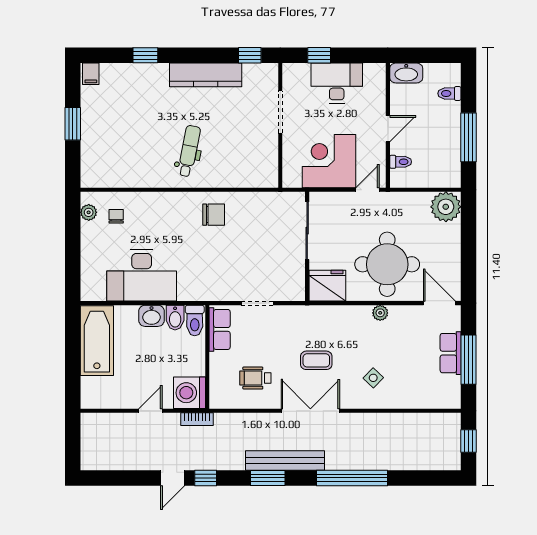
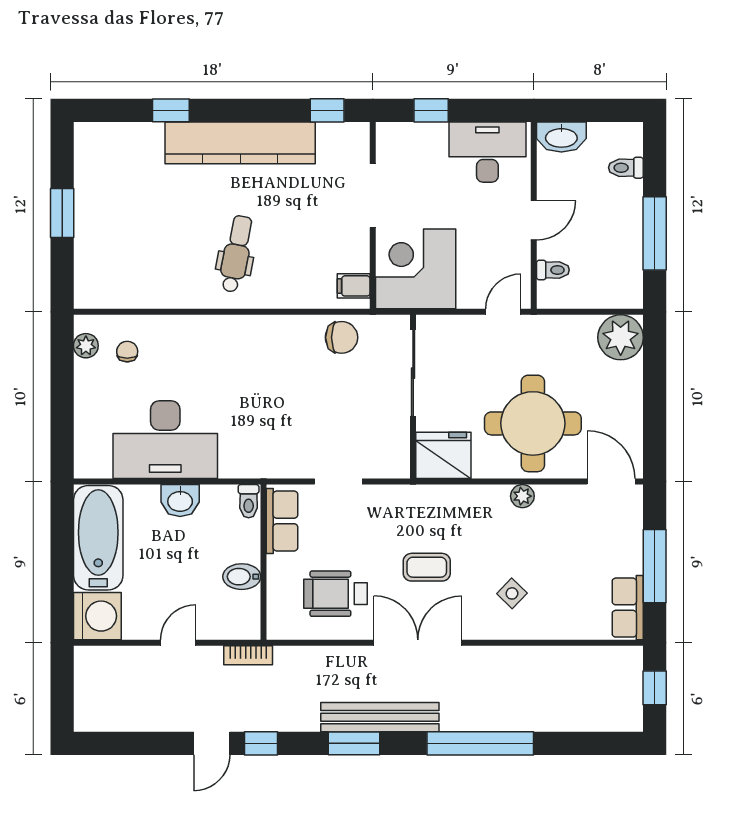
filing cabinet: (91, 74) -> (354, 286), moved, turned 90
kitchen counter: (206, 75) -> (240, 143), width x1.39, depth x1.17
desk: (337, 83) -> (487, 152), moved
corner desk: (329, 161) -> (416, 269), moved
chair: (214, 215) -> (342, 337), moved
bidet: (175, 318) -> (242, 577), moved, turned 90
toilet: (195, 321) -> (249, 501), width x0.73, depth x0.72
row of seats: (451, 353) -> (628, 608), moved
wheelchair: (255, 378) -> (335, 594), width x1.36, depth x1.37
washing machine: (189, 393) -> (97, 616), moved, turned 180

